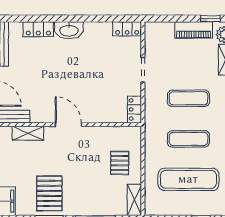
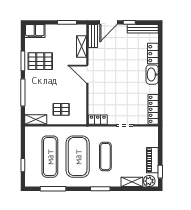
locker: (127, 29) -> (153, 109), width x1.53
door: (68, 125) -> (87, 74), swing flipped
exercise mat: (188, 139) -> (78, 157), width x2.00, depth x1.45

